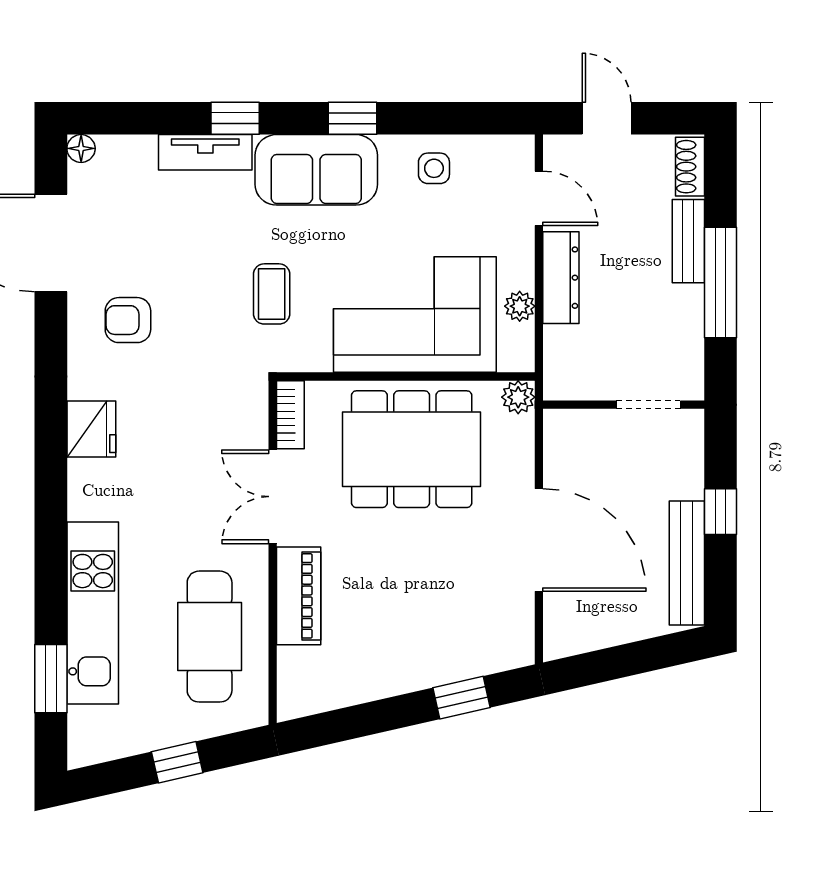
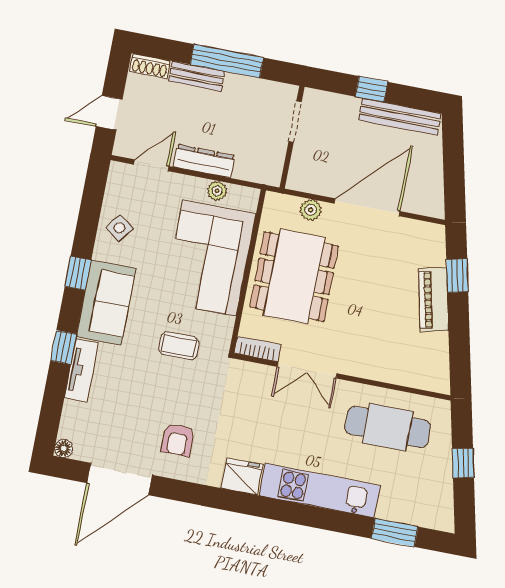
side table: (434, 168) -> (119, 228), turned 38
plant: (518, 397) -> (311, 210), moved
piano: (299, 596) -> (433, 300), moved, turned -103
kitchen unit: (93, 613) -> (320, 491), moved

